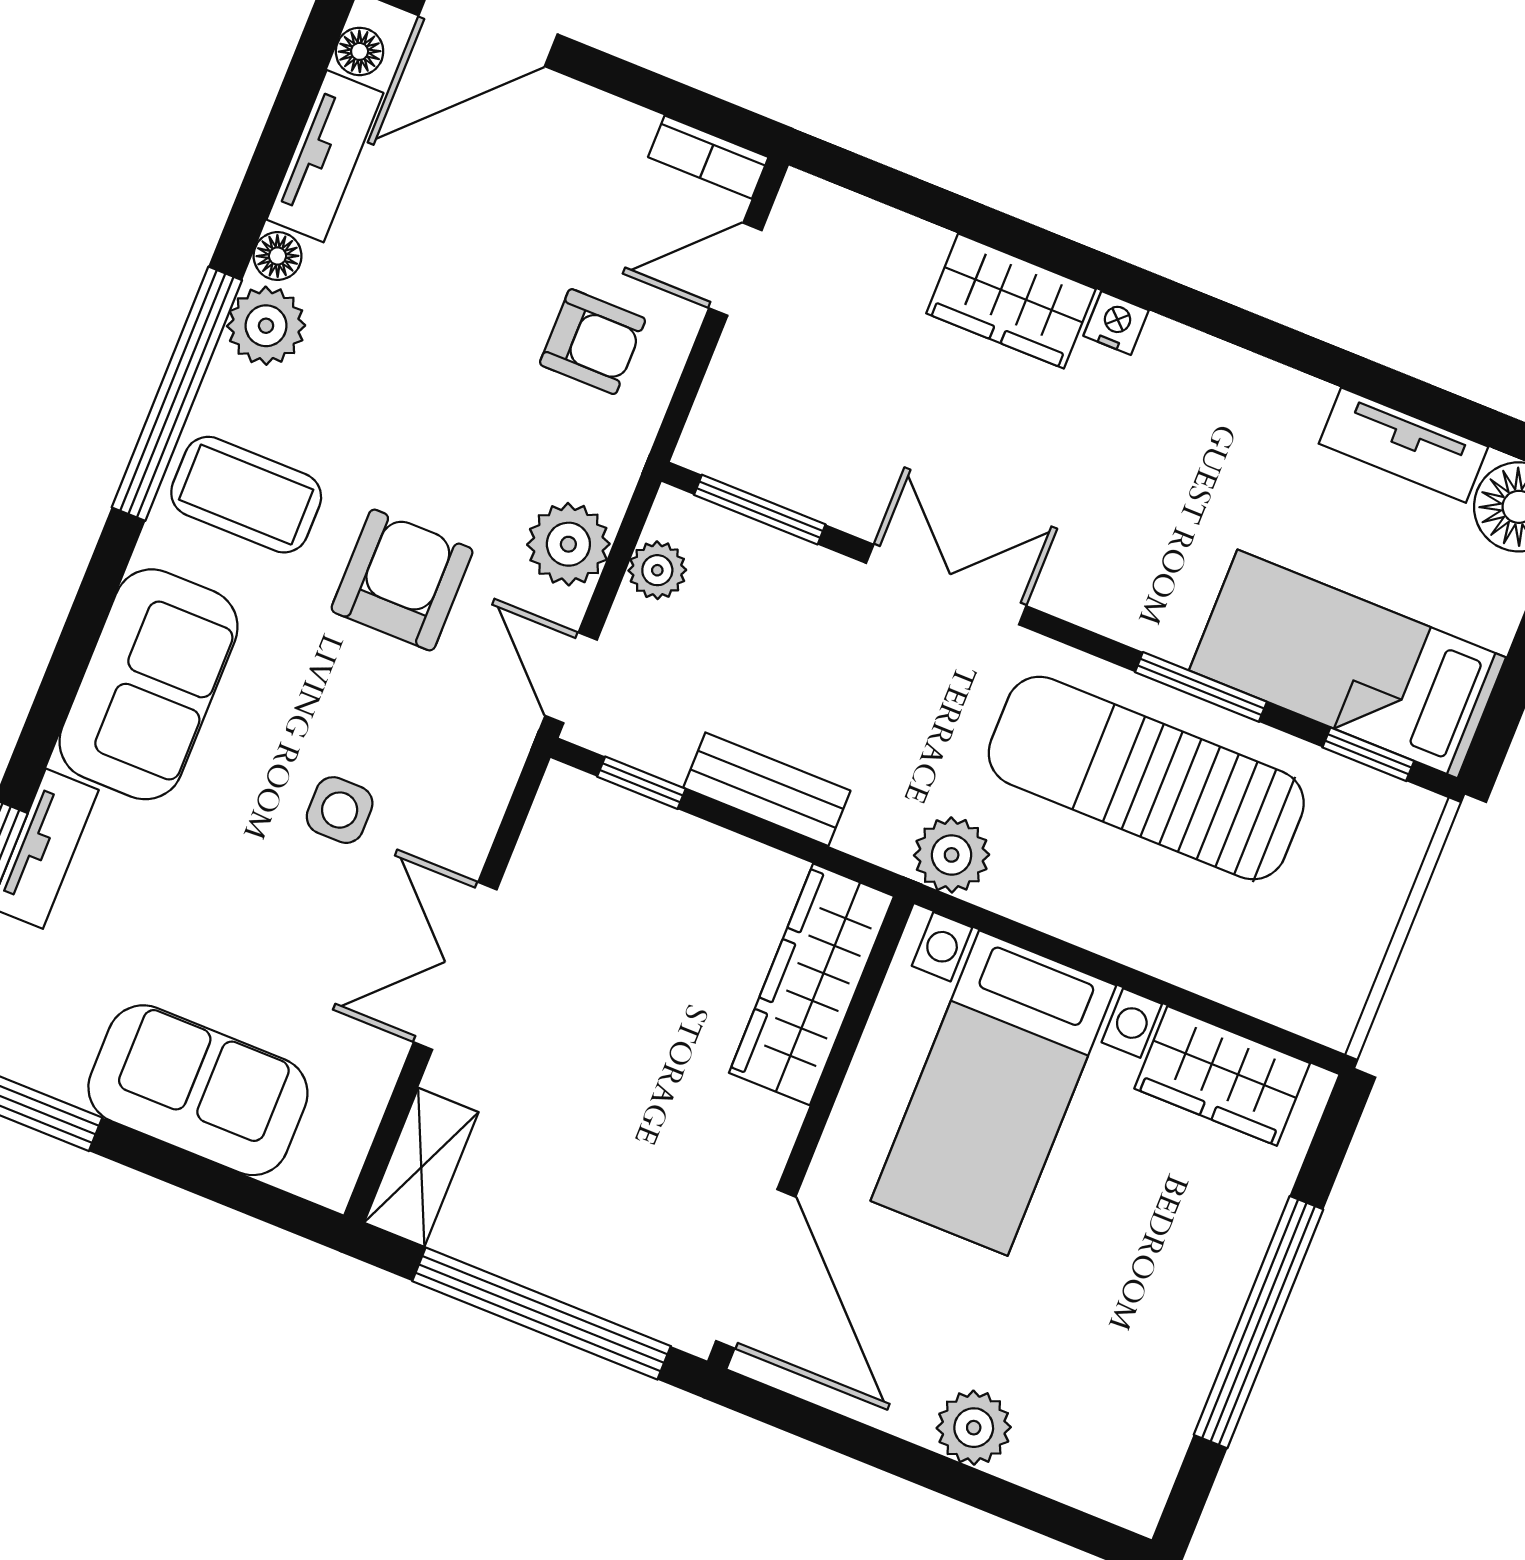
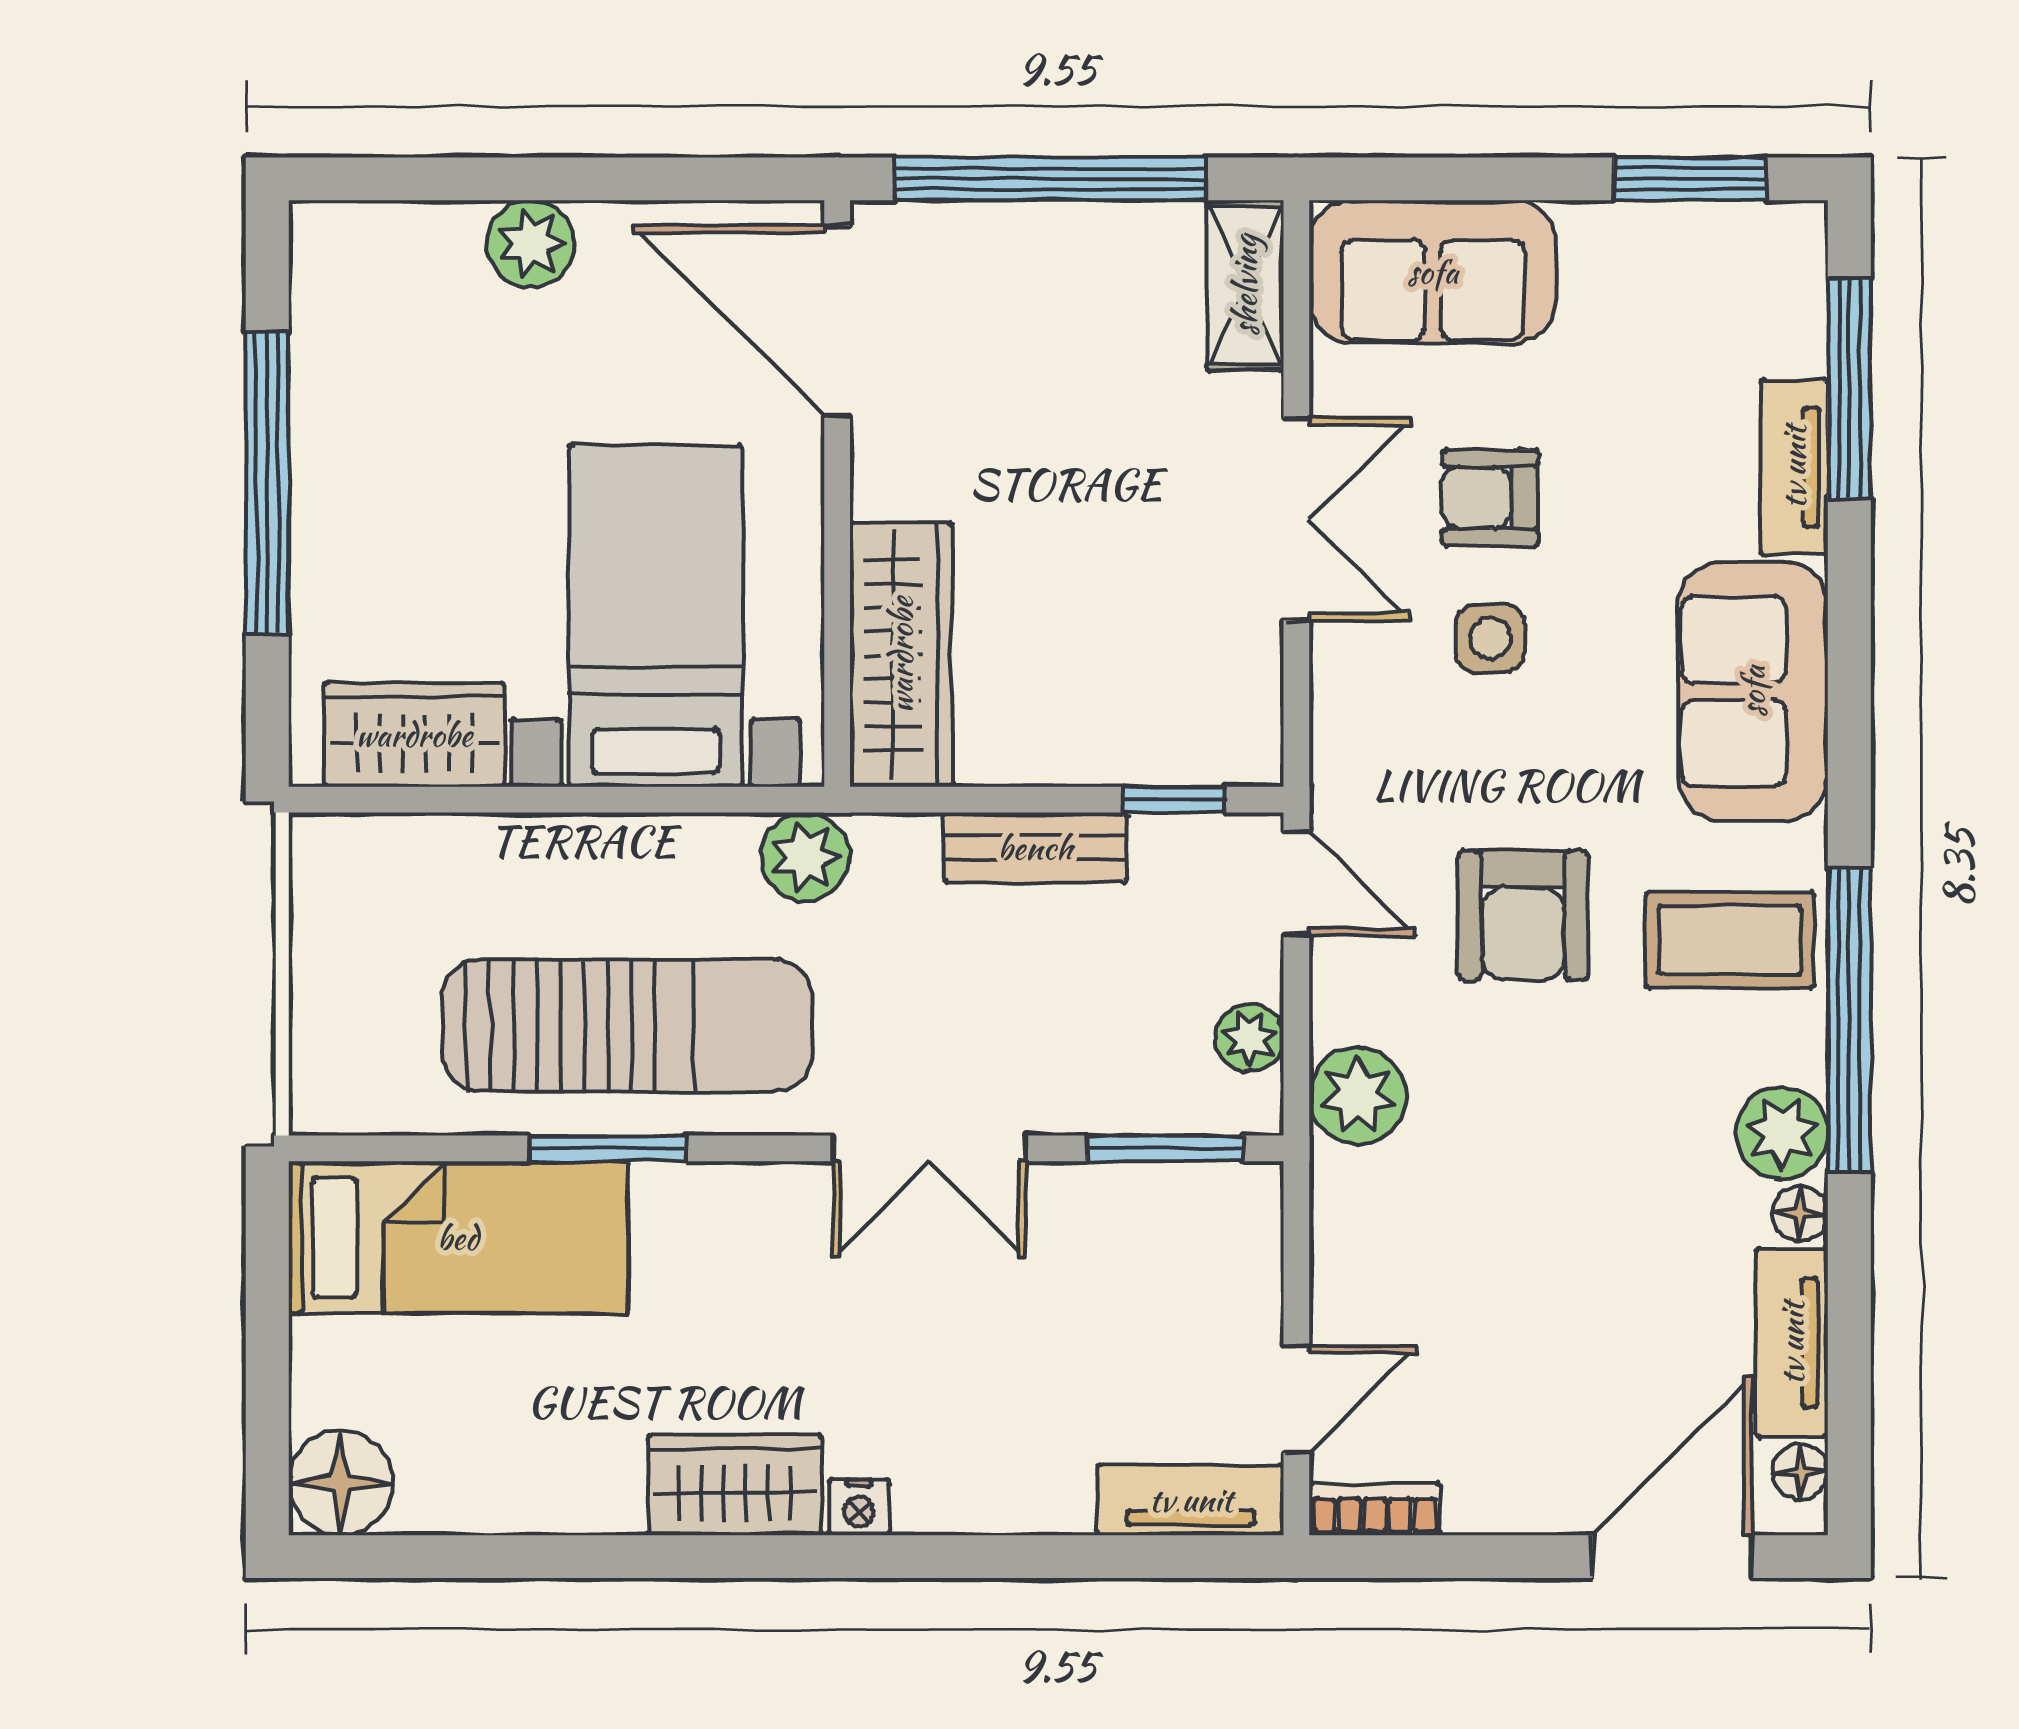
wardrobe: (1011, 301) -> (735, 1485), moved
armchair: (593, 342) -> (1490, 498), moved
tv unit: (1404, 445) -> (1191, 1500), moved
plant: (568, 544) -> (1358, 1096), moved
window: (1368, 754) -> (396, 1148), removed
sofa: (198, 1090) -> (1433, 272), moved

